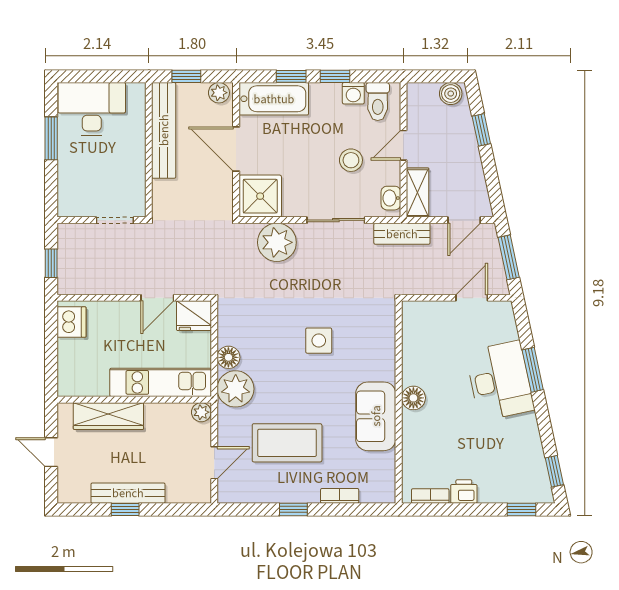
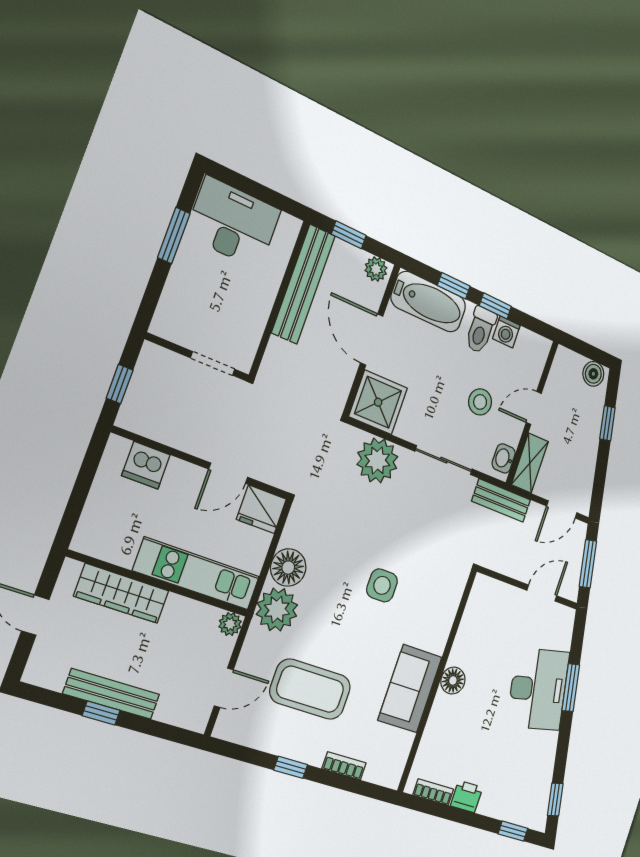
toilet: (378, 102) -> (481, 330), moved
dishwasher: (72, 322) -> (146, 465), moved, turned 90
floor lamp: (228, 357) -> (288, 568), width x1.38, depth x1.38

